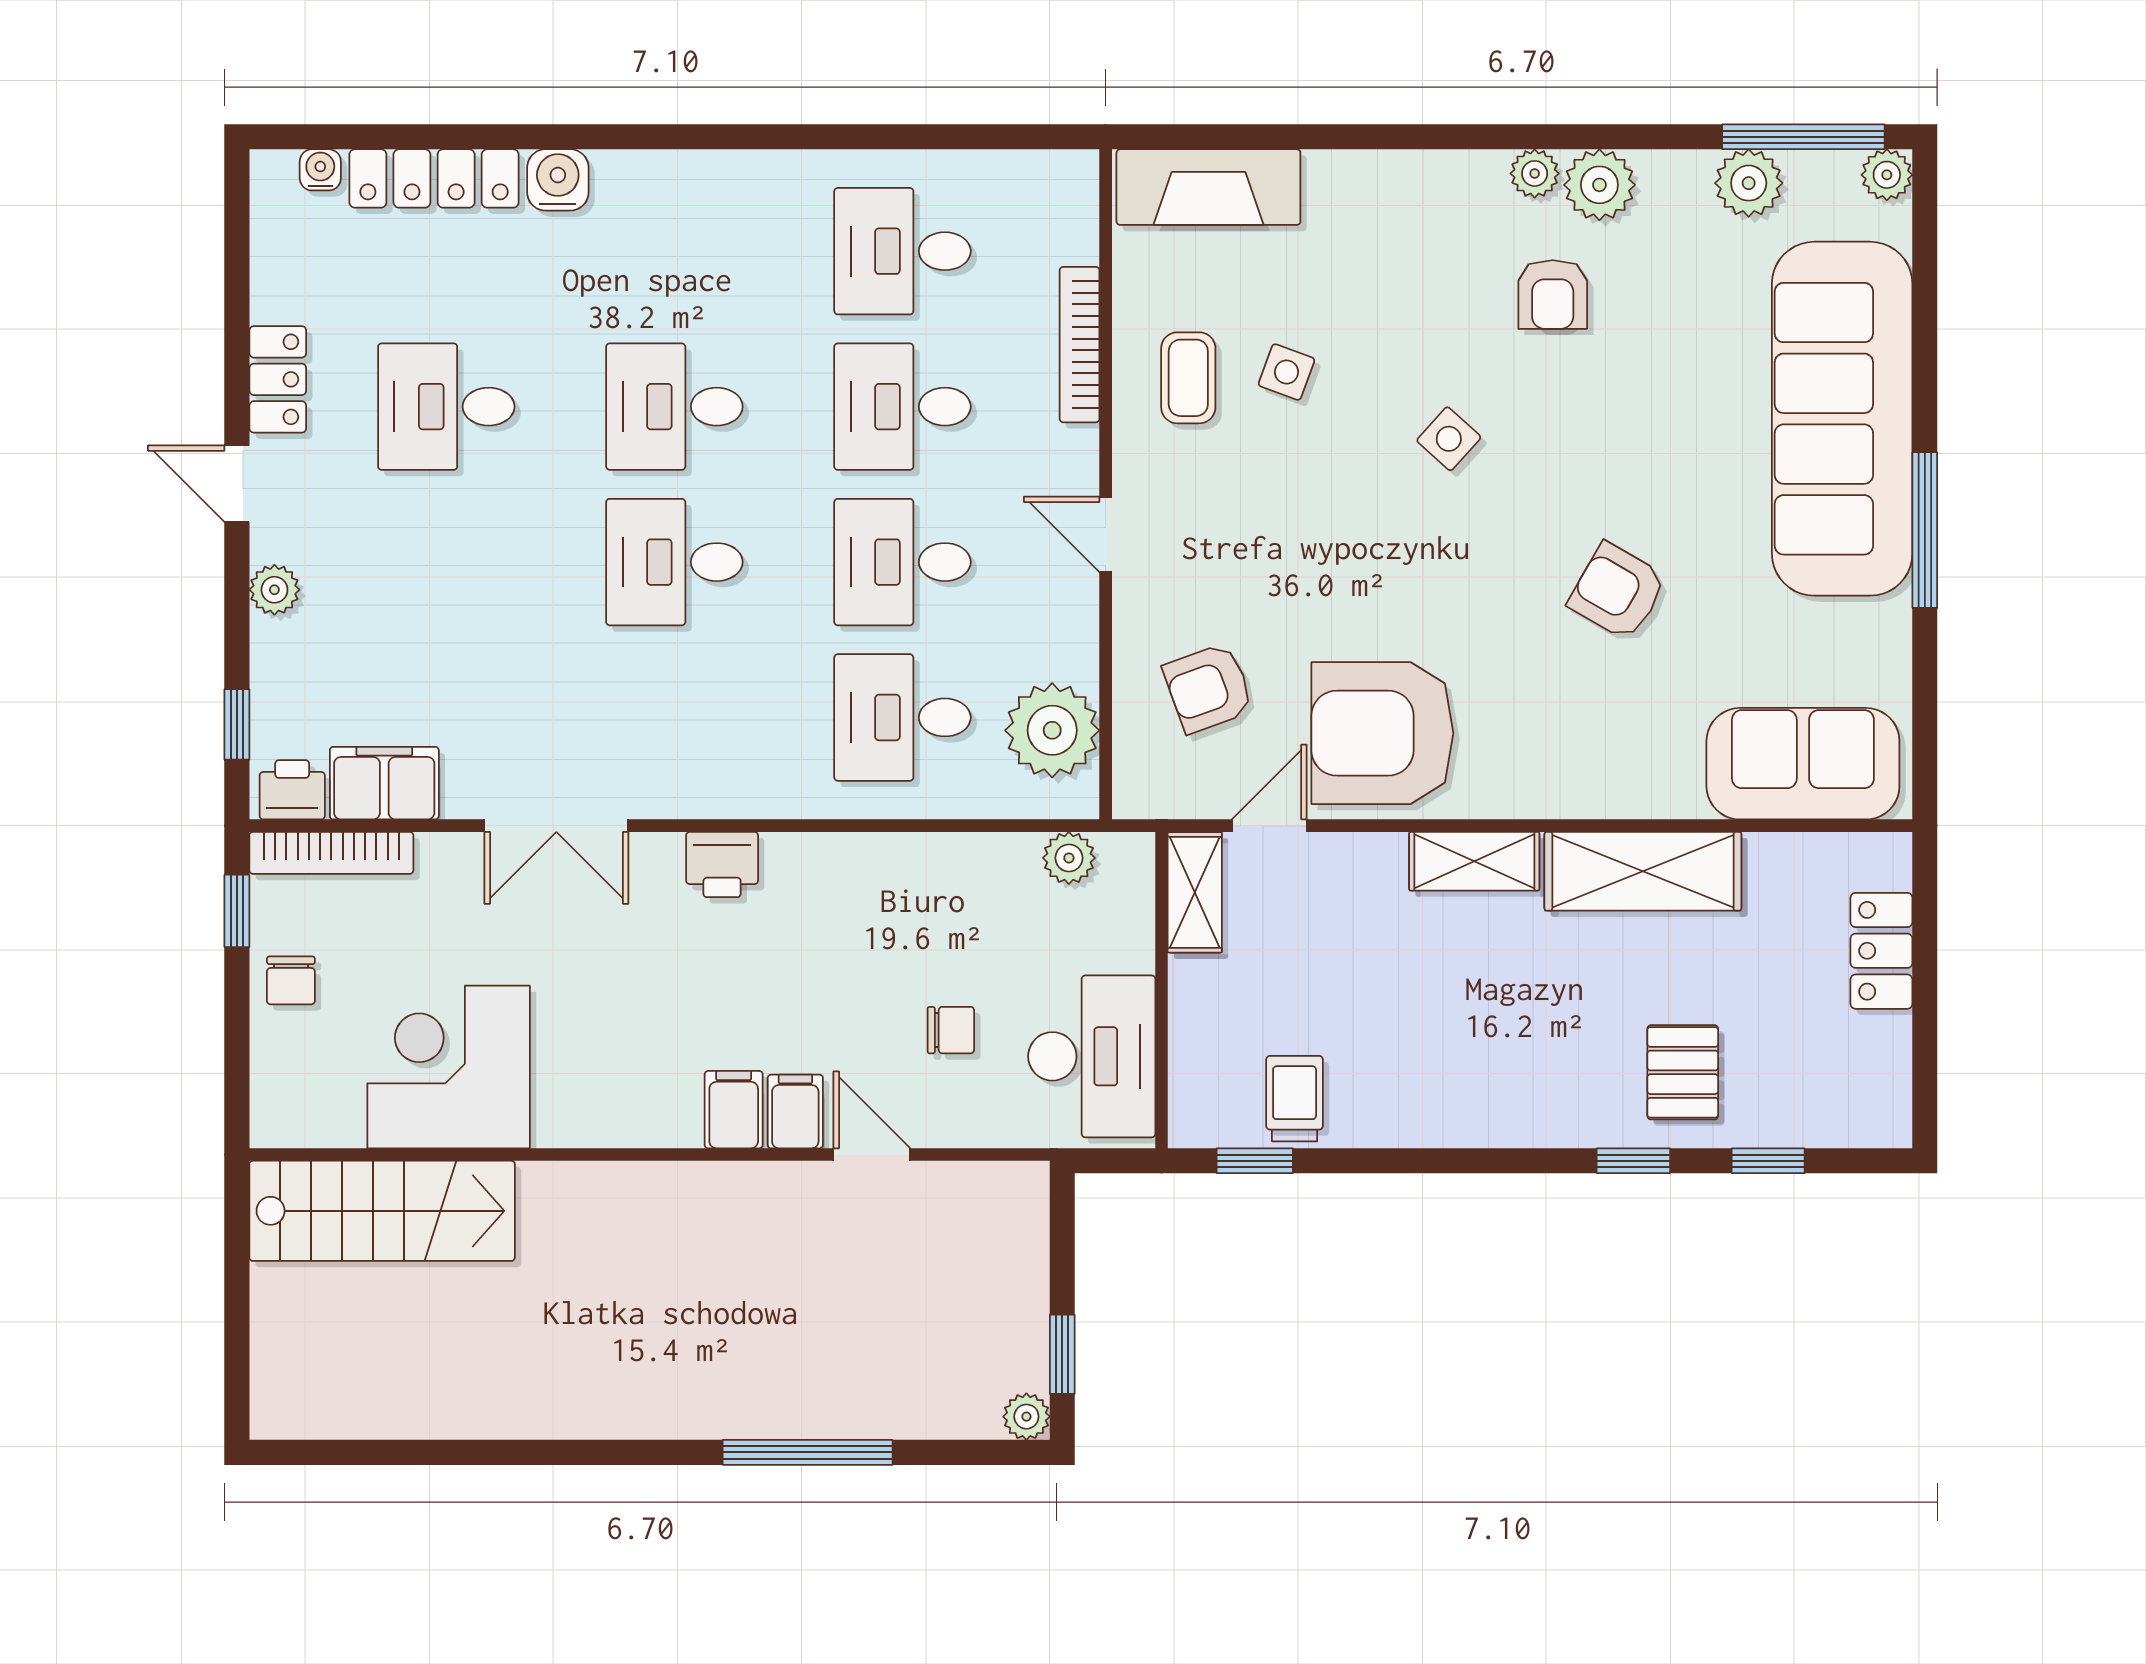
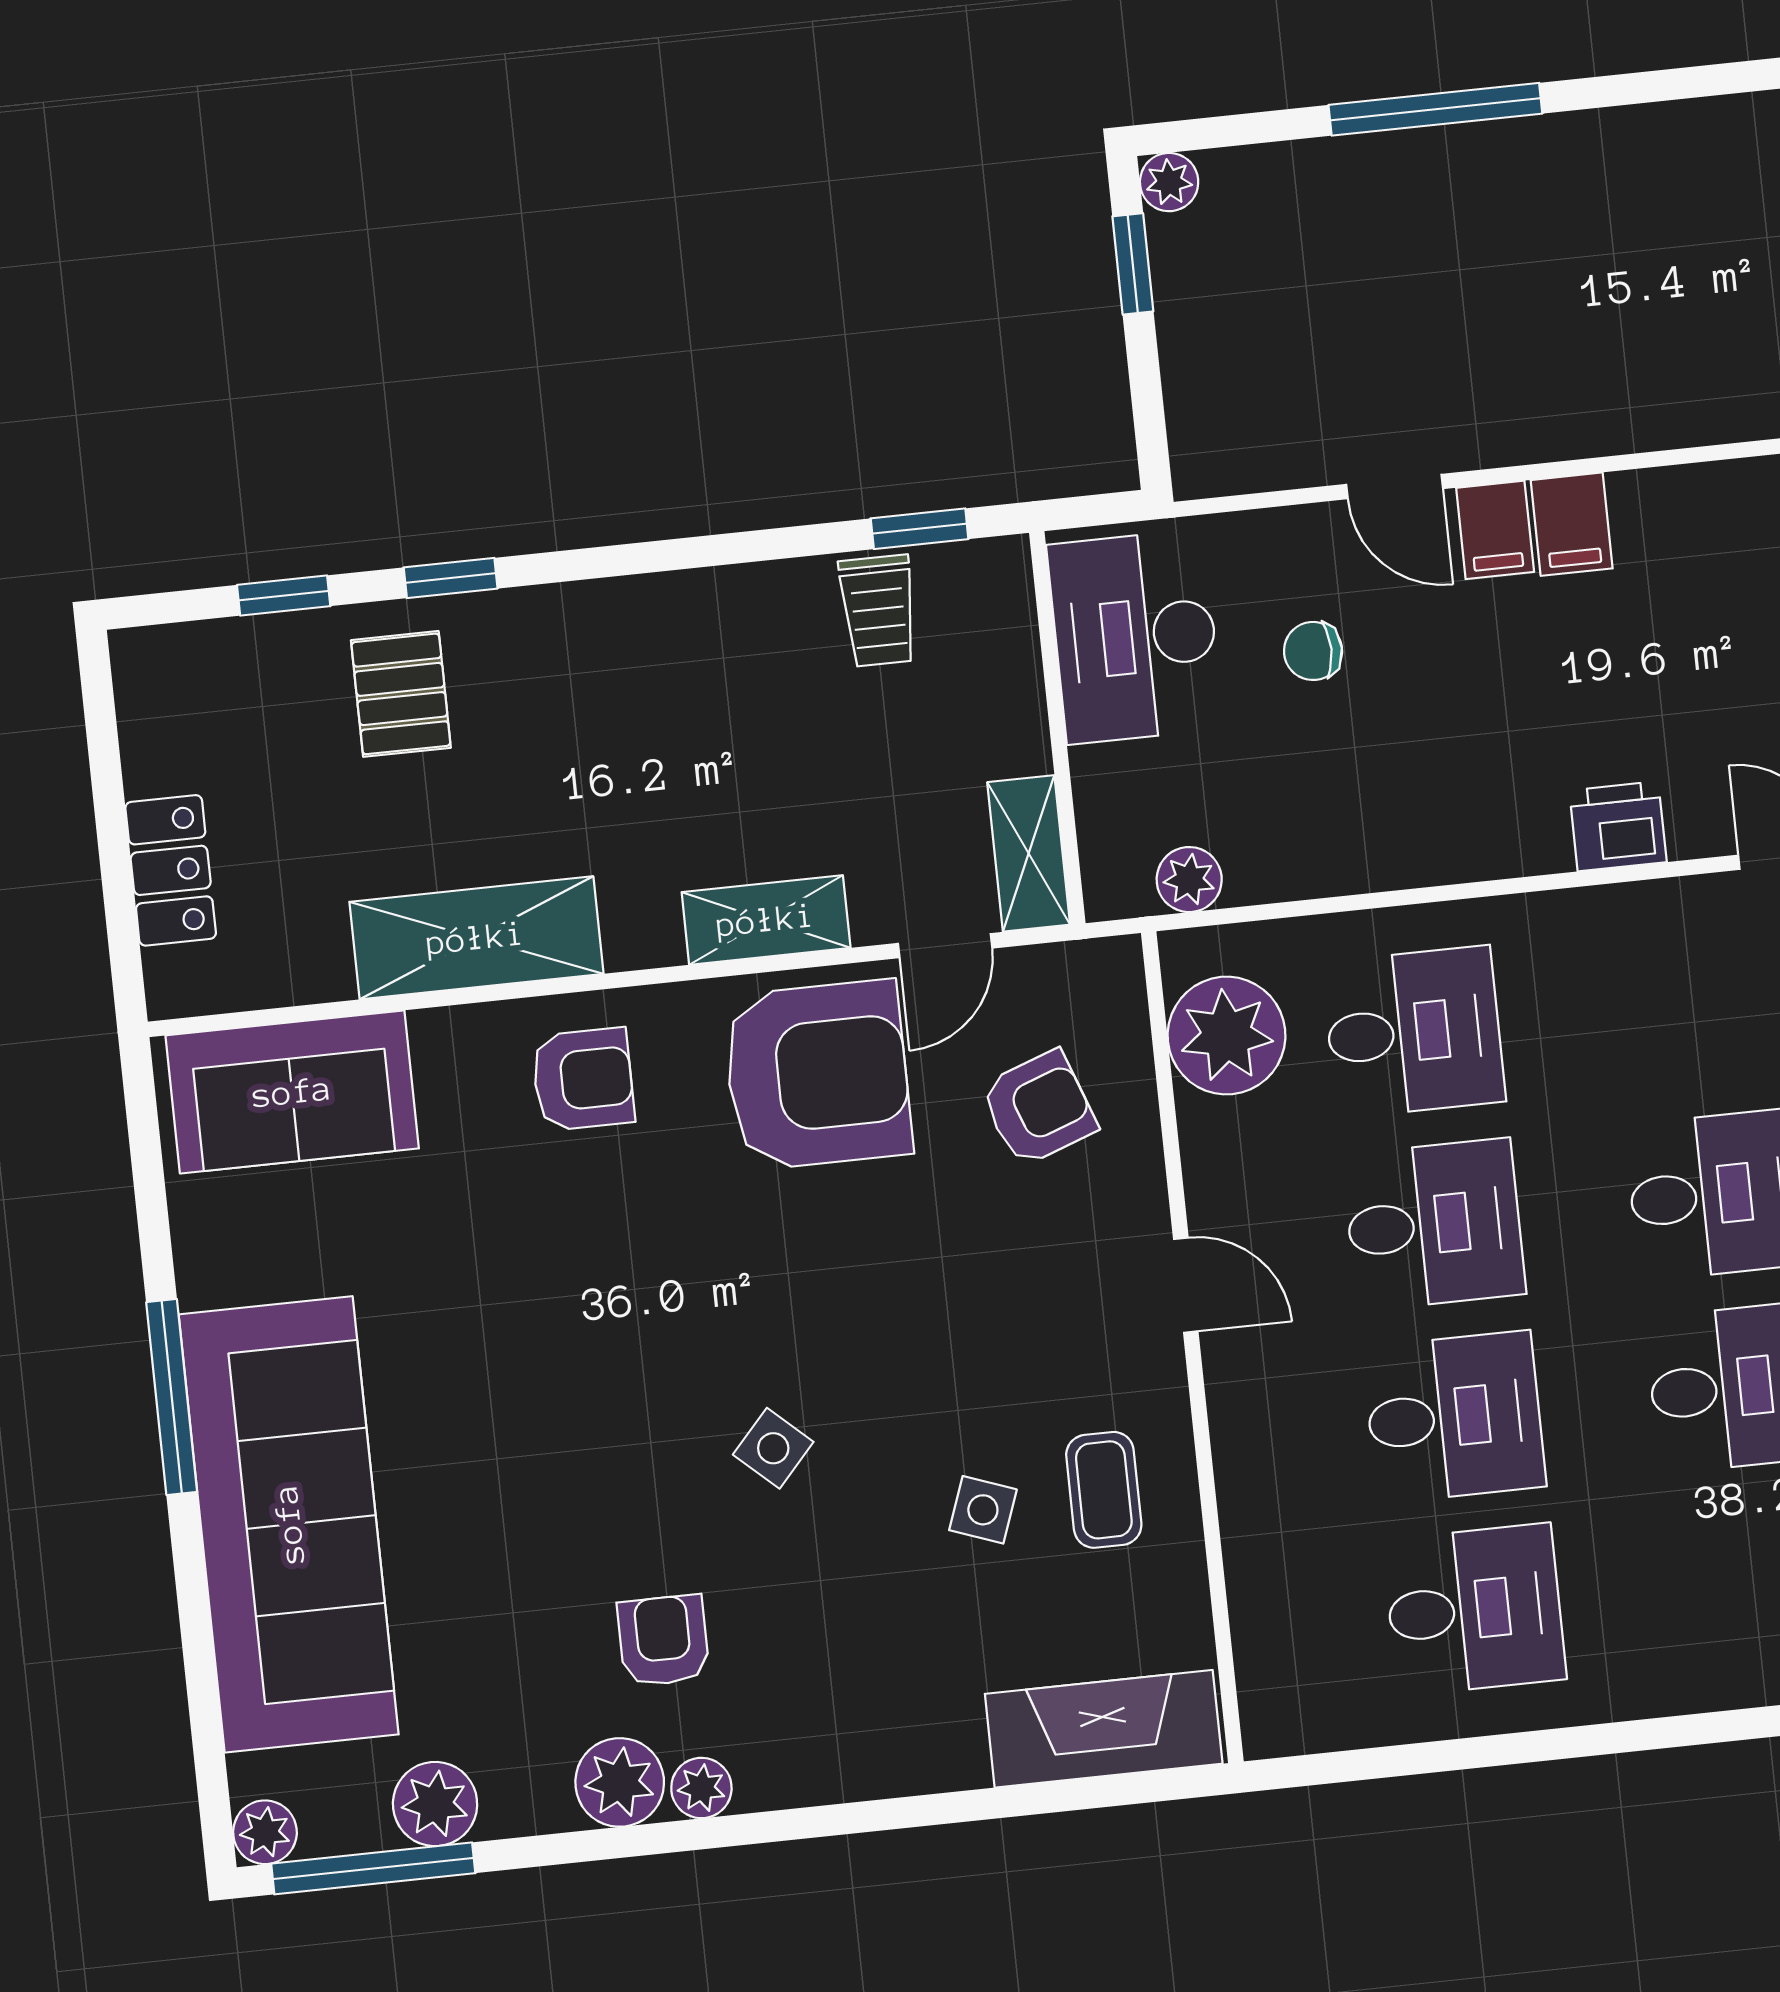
bookcase: (1080, 345) -> (1243, 1517), removed
armchair: (1618, 591) -> (583, 1079), moved, turned -30
shelving: (1474, 861) -> (766, 920), moved

